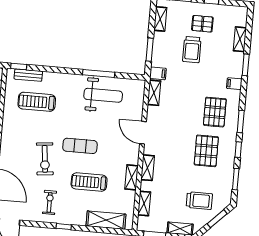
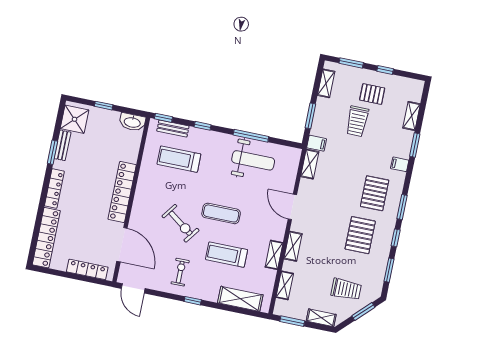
window: (54, 70) -> (203, 126), added
exercise bike: (45, 159) -> (181, 223), turned -48

